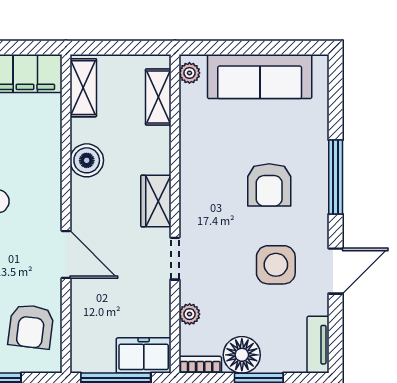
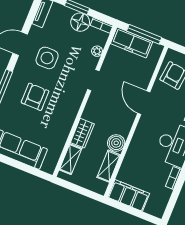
plant: (189, 73) -> (51, 165), removed
shelving: (83, 88) -> (109, 166), moved
wardrobe: (156, 201) -> (82, 133), moved
freezer: (144, 355) -> (132, 43), width x1.40

